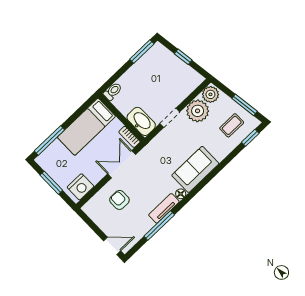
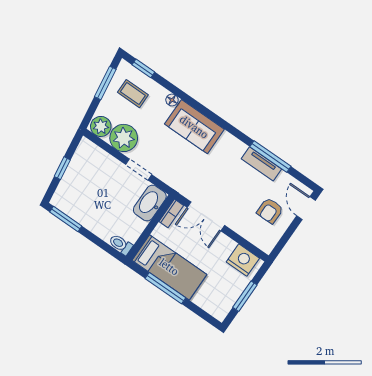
window: (49, 140) -> (165, 288), moved
floor lamp: (181, 194) -> (172, 100), moved
armchair: (119, 200) -> (270, 211), moved
tv unit: (164, 208) -> (261, 164), moved

